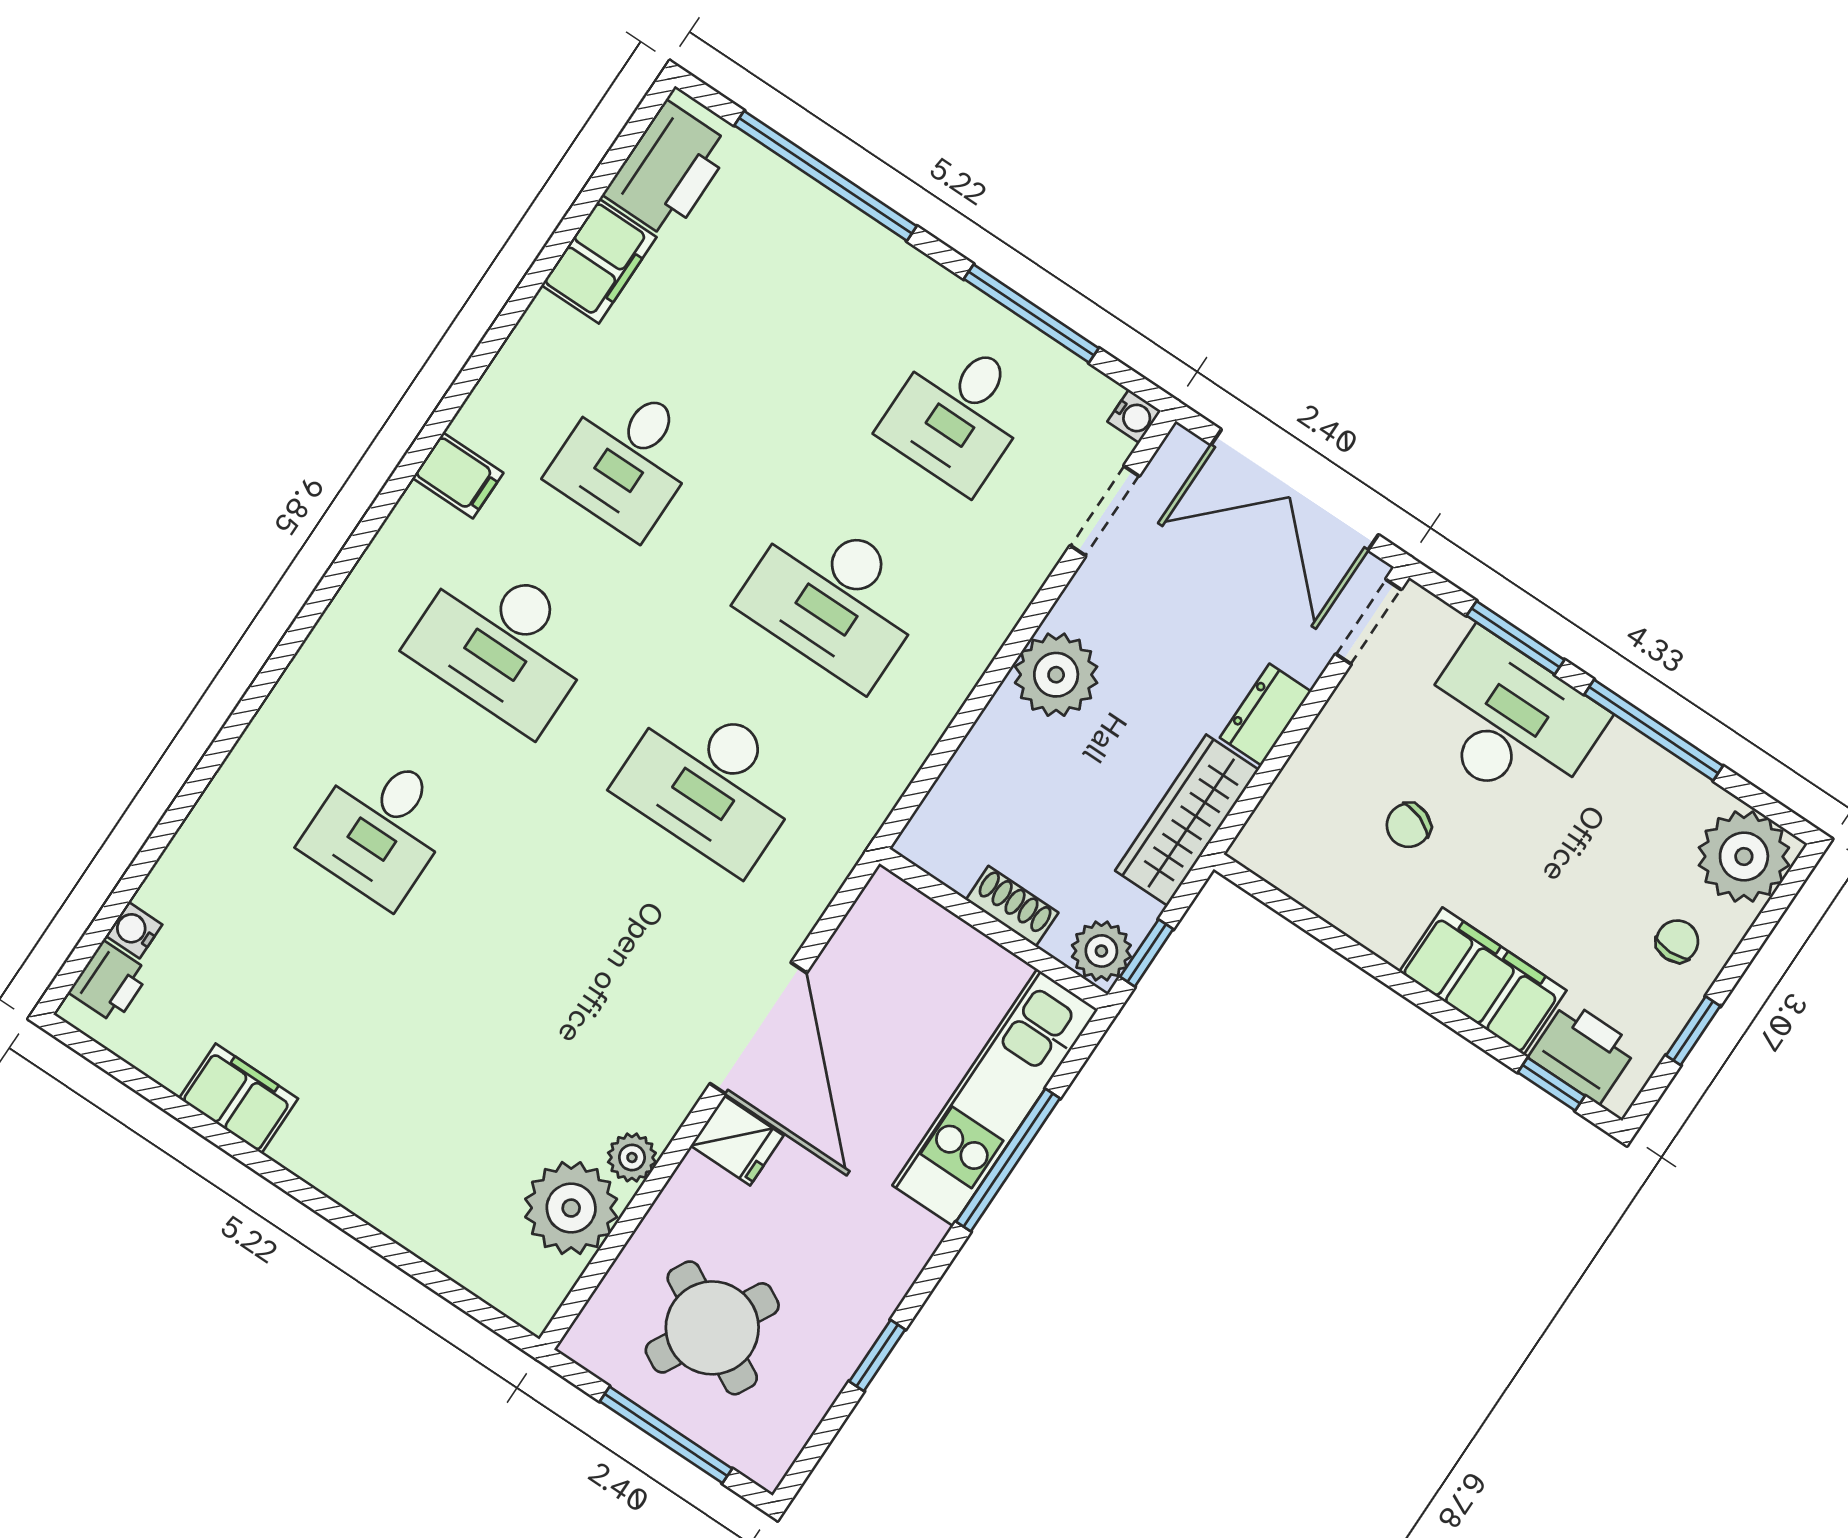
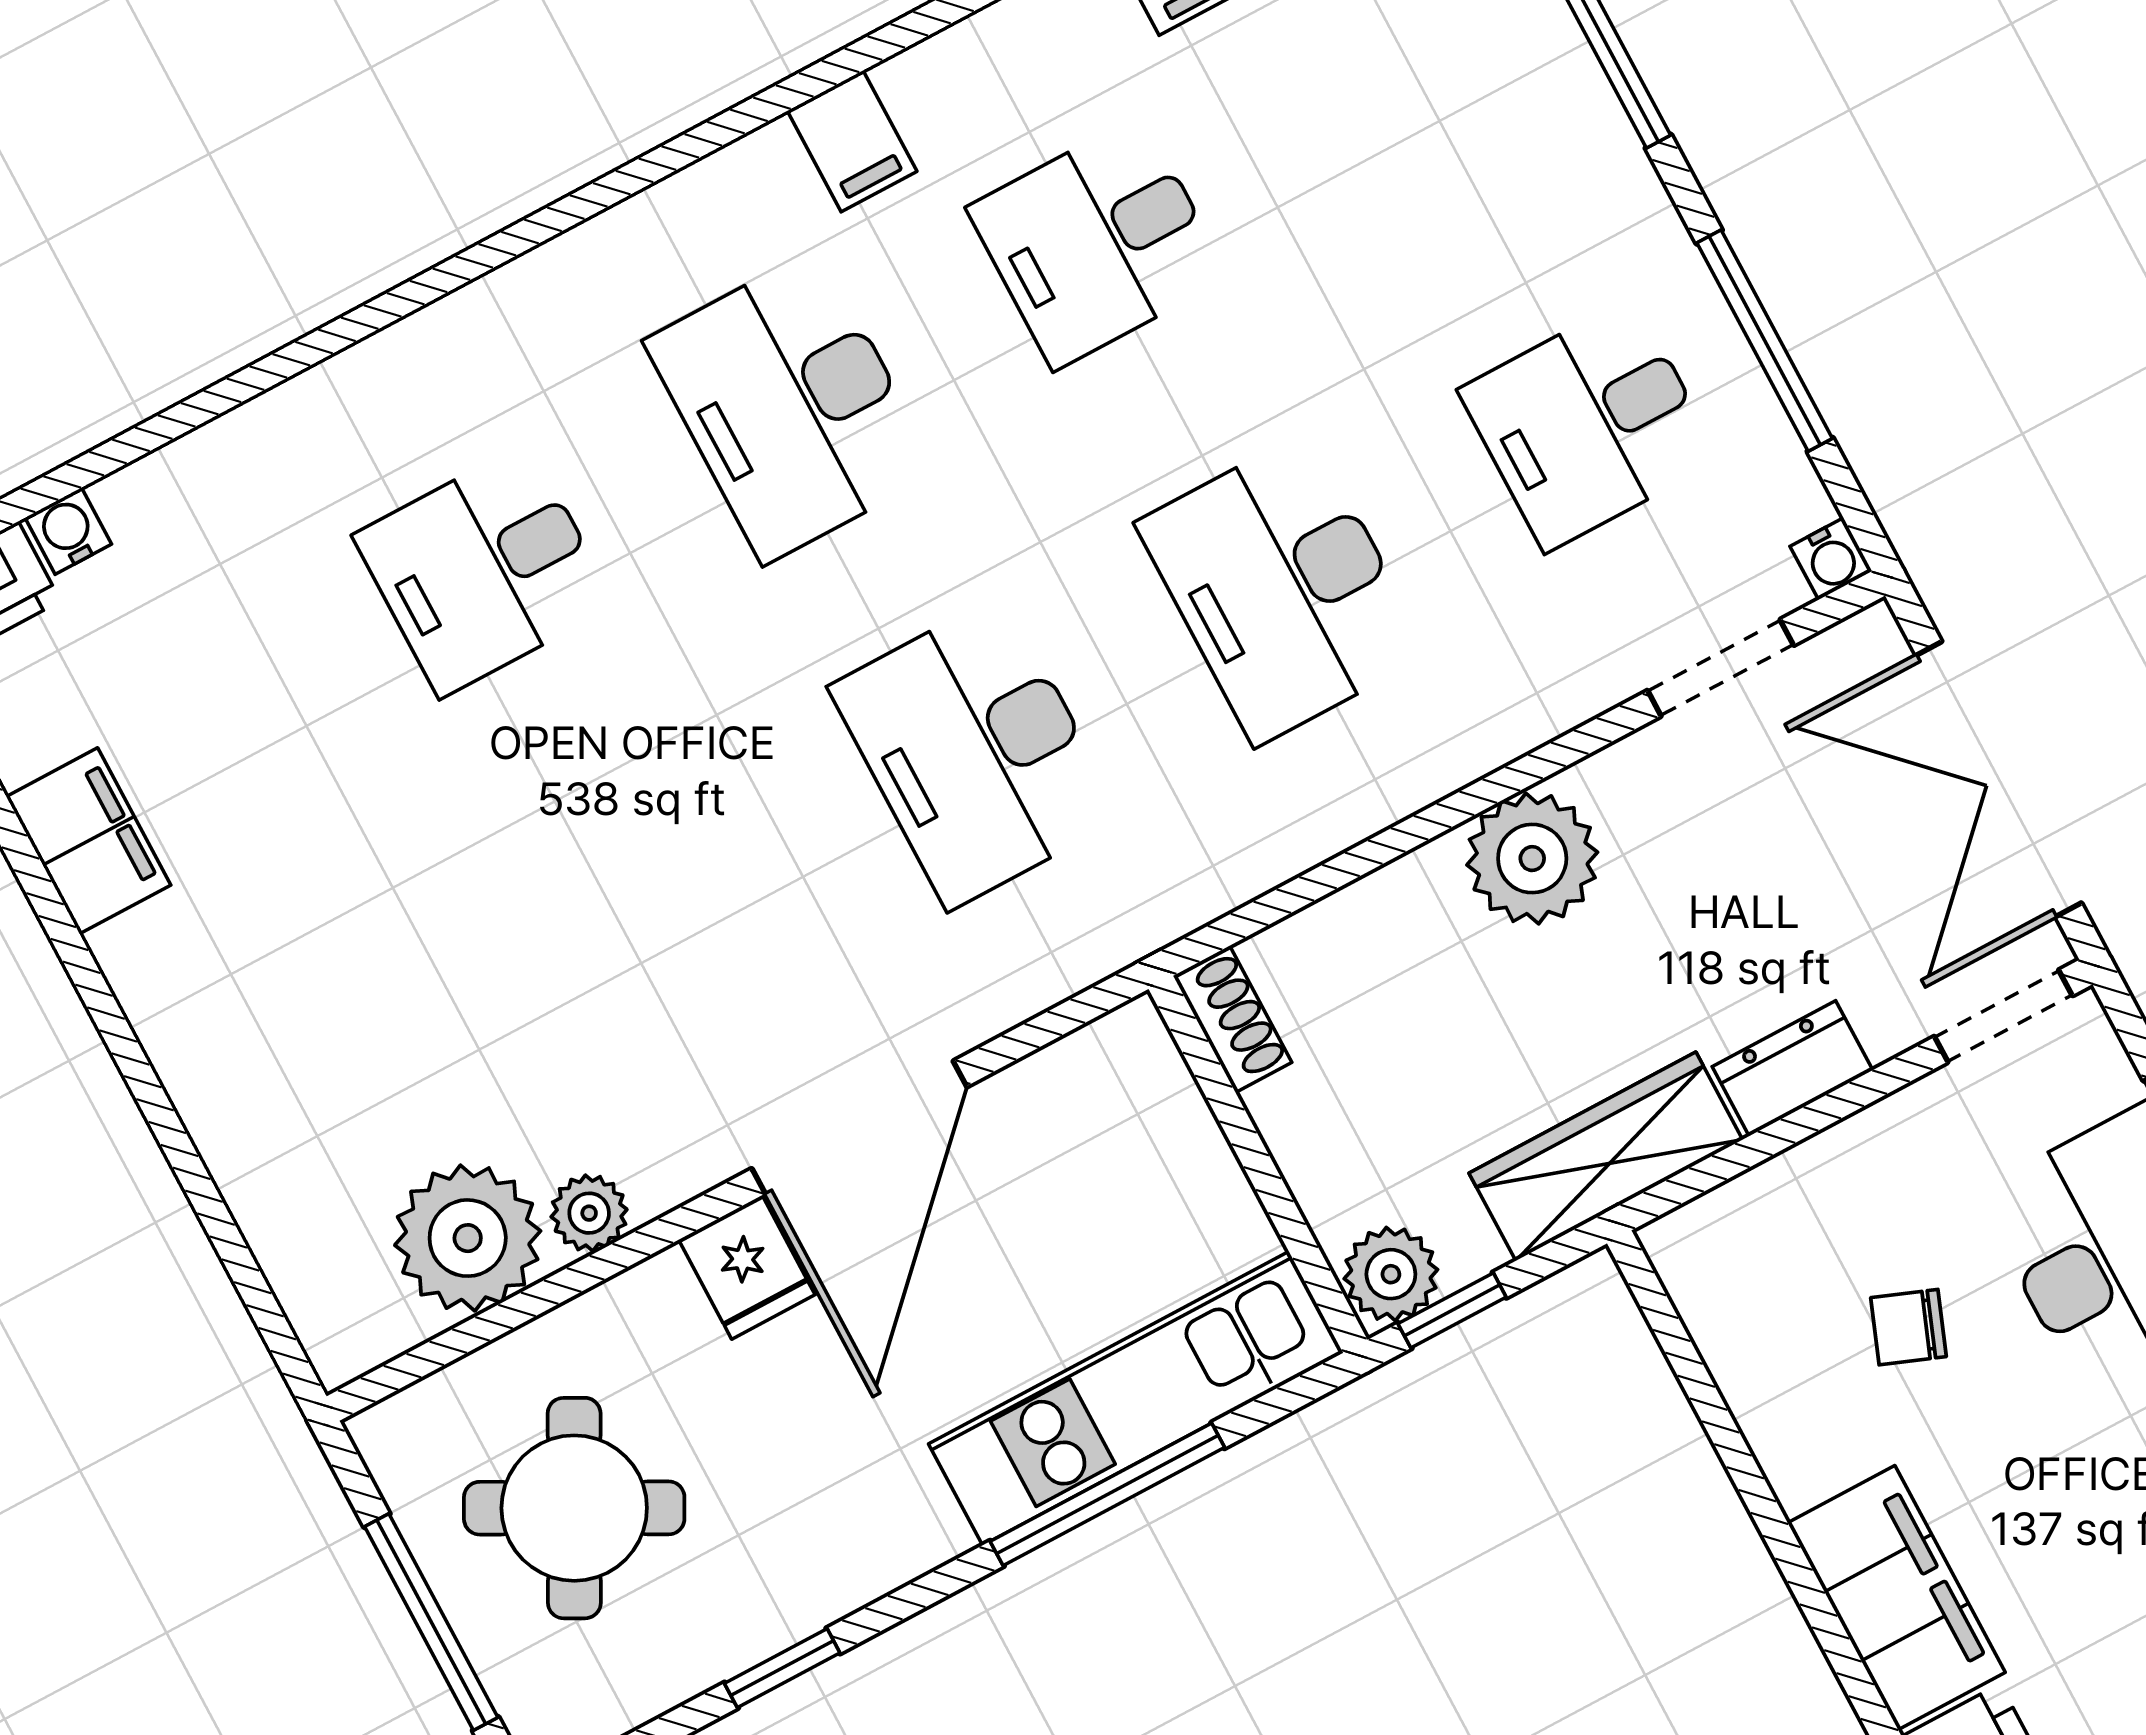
shoe rack: (1012, 906) -> (1232, 1019), moved

